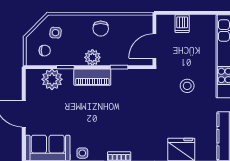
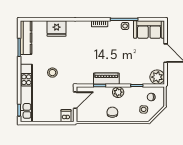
dishwasher: (182, 24) -> (66, 116), moved
piano: (92, 77) -> (106, 79), moved
plant: (52, 79) -> (157, 77), moved

